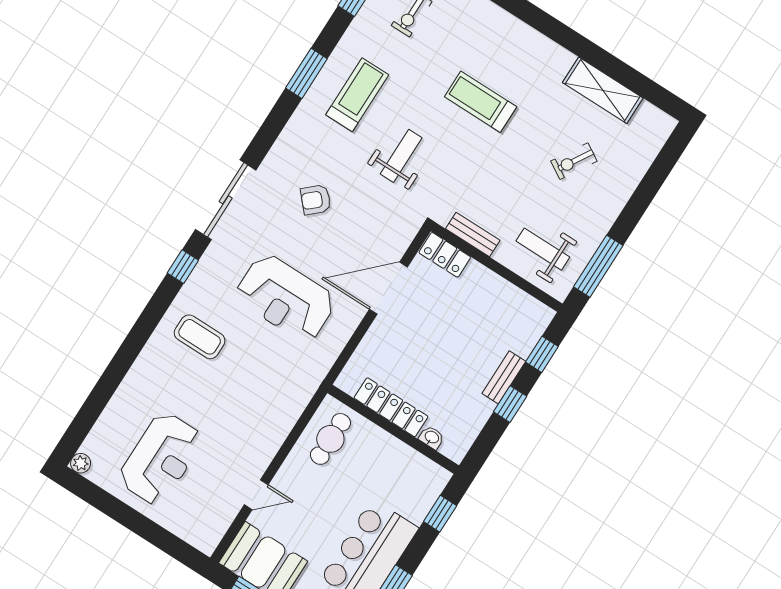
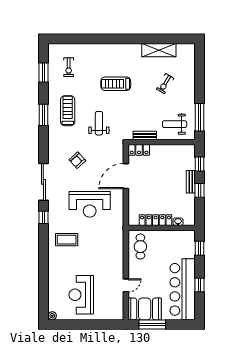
reception desk: (161, 459) -> (81, 295), turned 180

